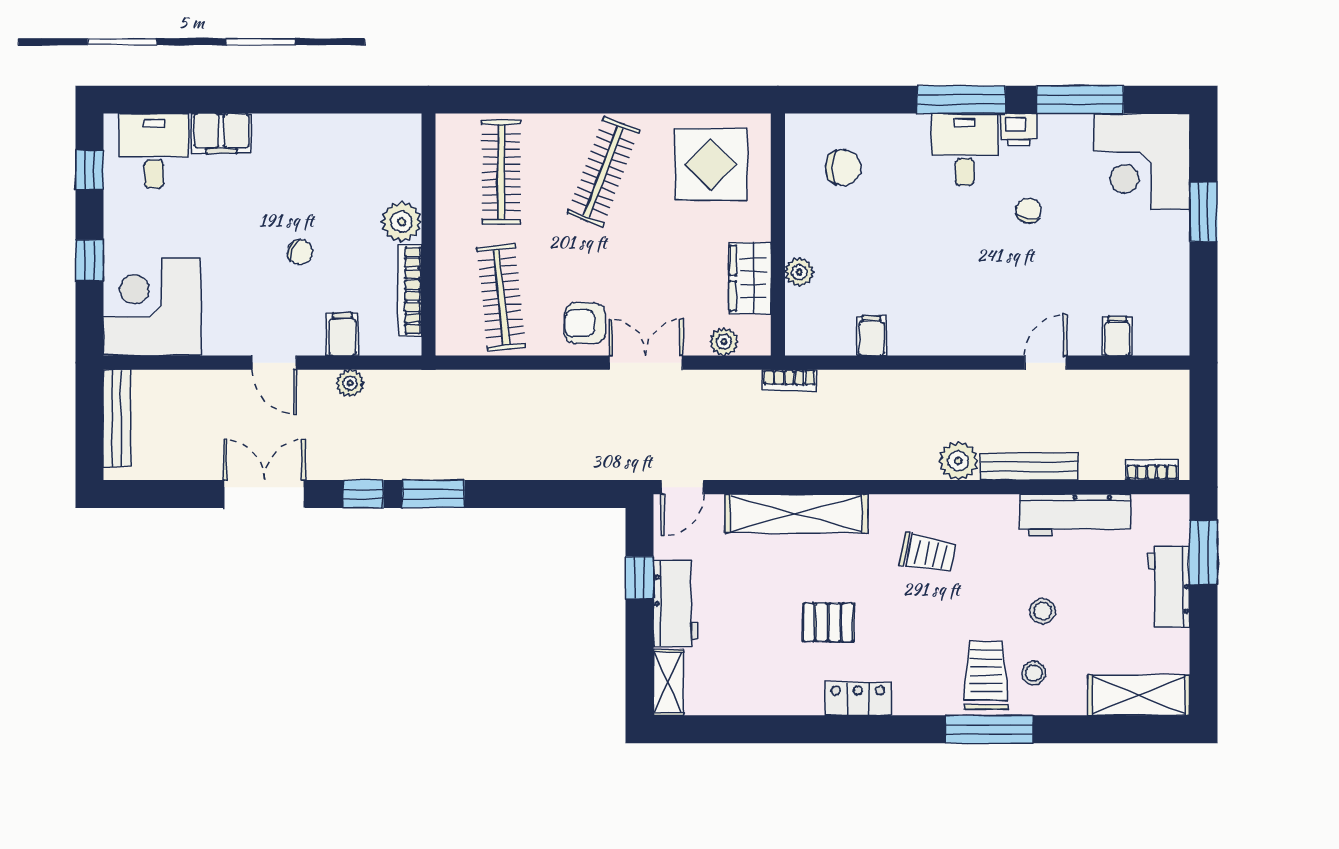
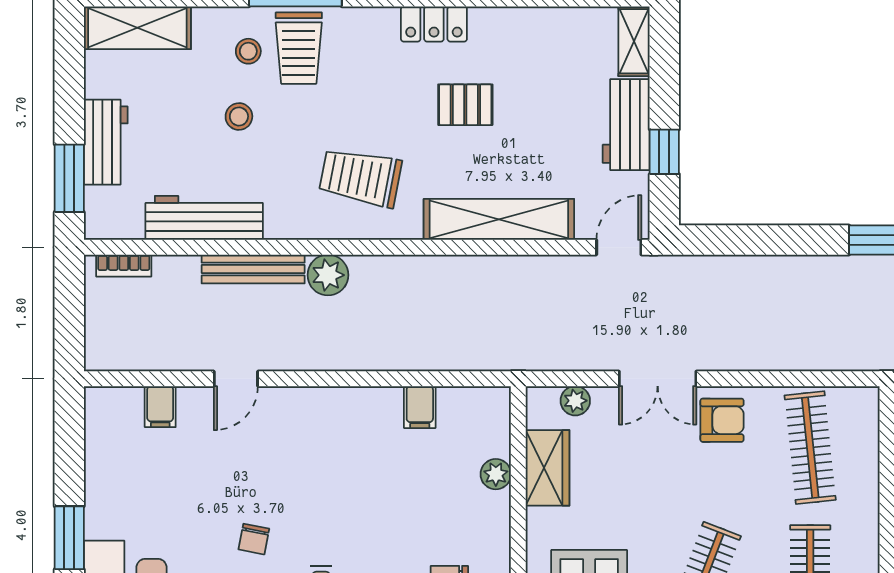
bookcase: (789, 380) -> (506, 360), removed
trolley: (928, 553) -> (360, 177), width x1.36, depth x1.39

